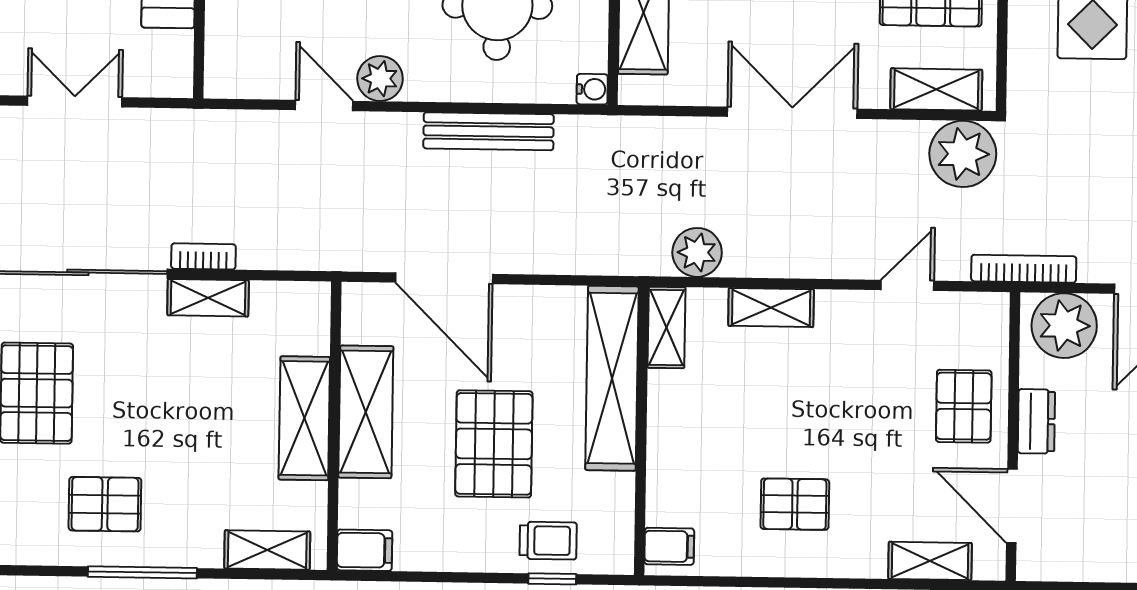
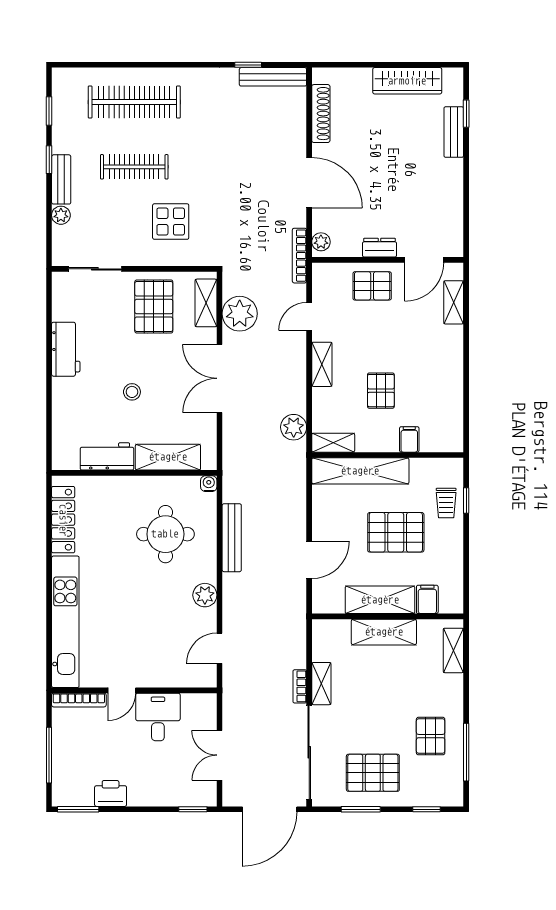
door: (324, 105) -> (219, 648), moved
plant: (963, 154) -> (240, 314), moved
door: (444, 278) -> (309, 560), width x0.73
door: (907, 285) -> (309, 316), hinge flipped
shelving: (771, 308) -> (322, 364), moved
plant: (1064, 326) -> (321, 242), width x0.53, depth x0.53
pallet: (795, 504) -> (381, 391), moved
trolley: (548, 541) -> (446, 503), turned 180
filing cabinet: (669, 546) -> (409, 439), moved
filing cabinet: (365, 550) -> (427, 599), moved
window: (142, 572) -> (466, 752), moved

